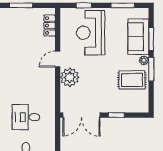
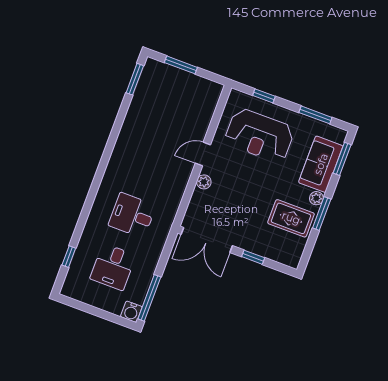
locker: (50, 26) -> (209, 106), removed
reception desk: (91, 33) -> (259, 135), turned -90
window: (151, 39) -> (342, 159), moved
plant: (70, 77) -> (204, 182), width x0.53, depth x0.53

